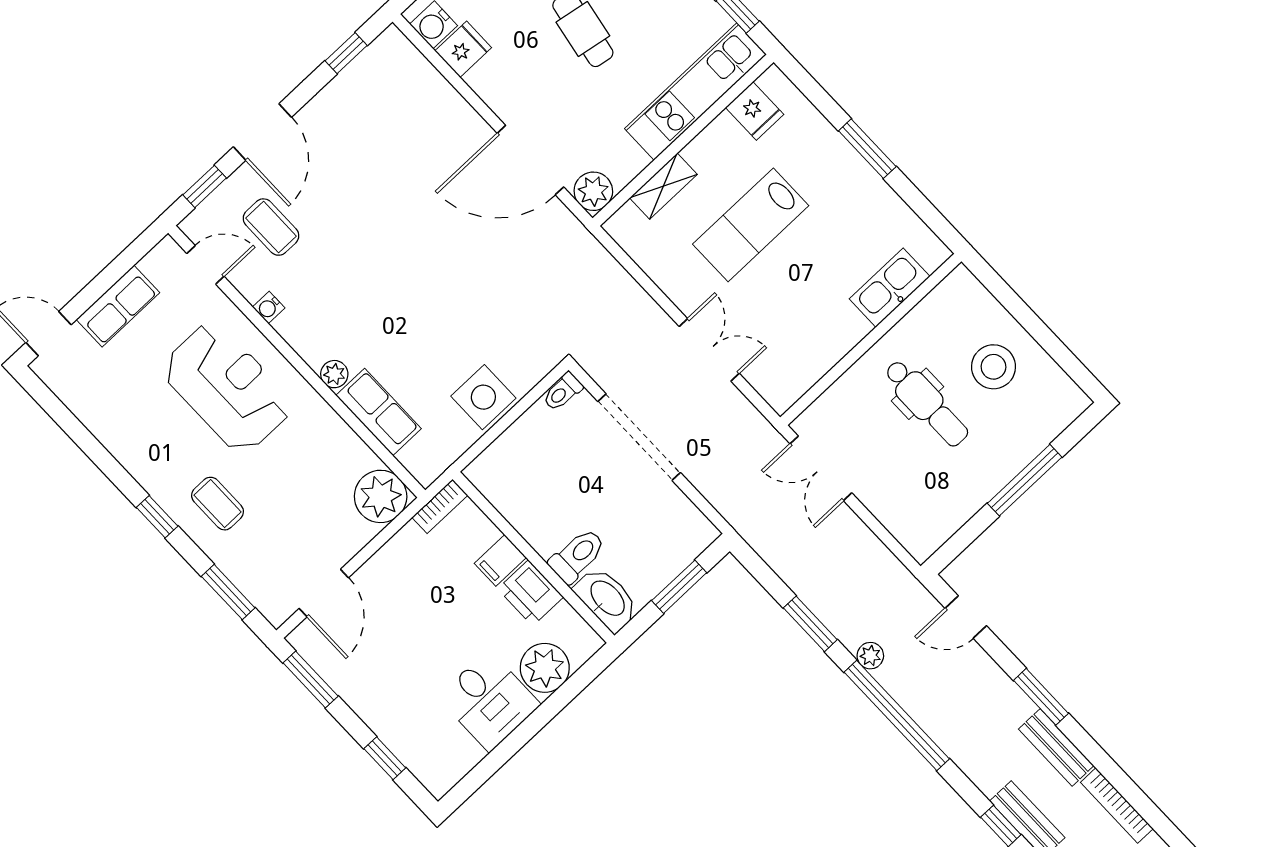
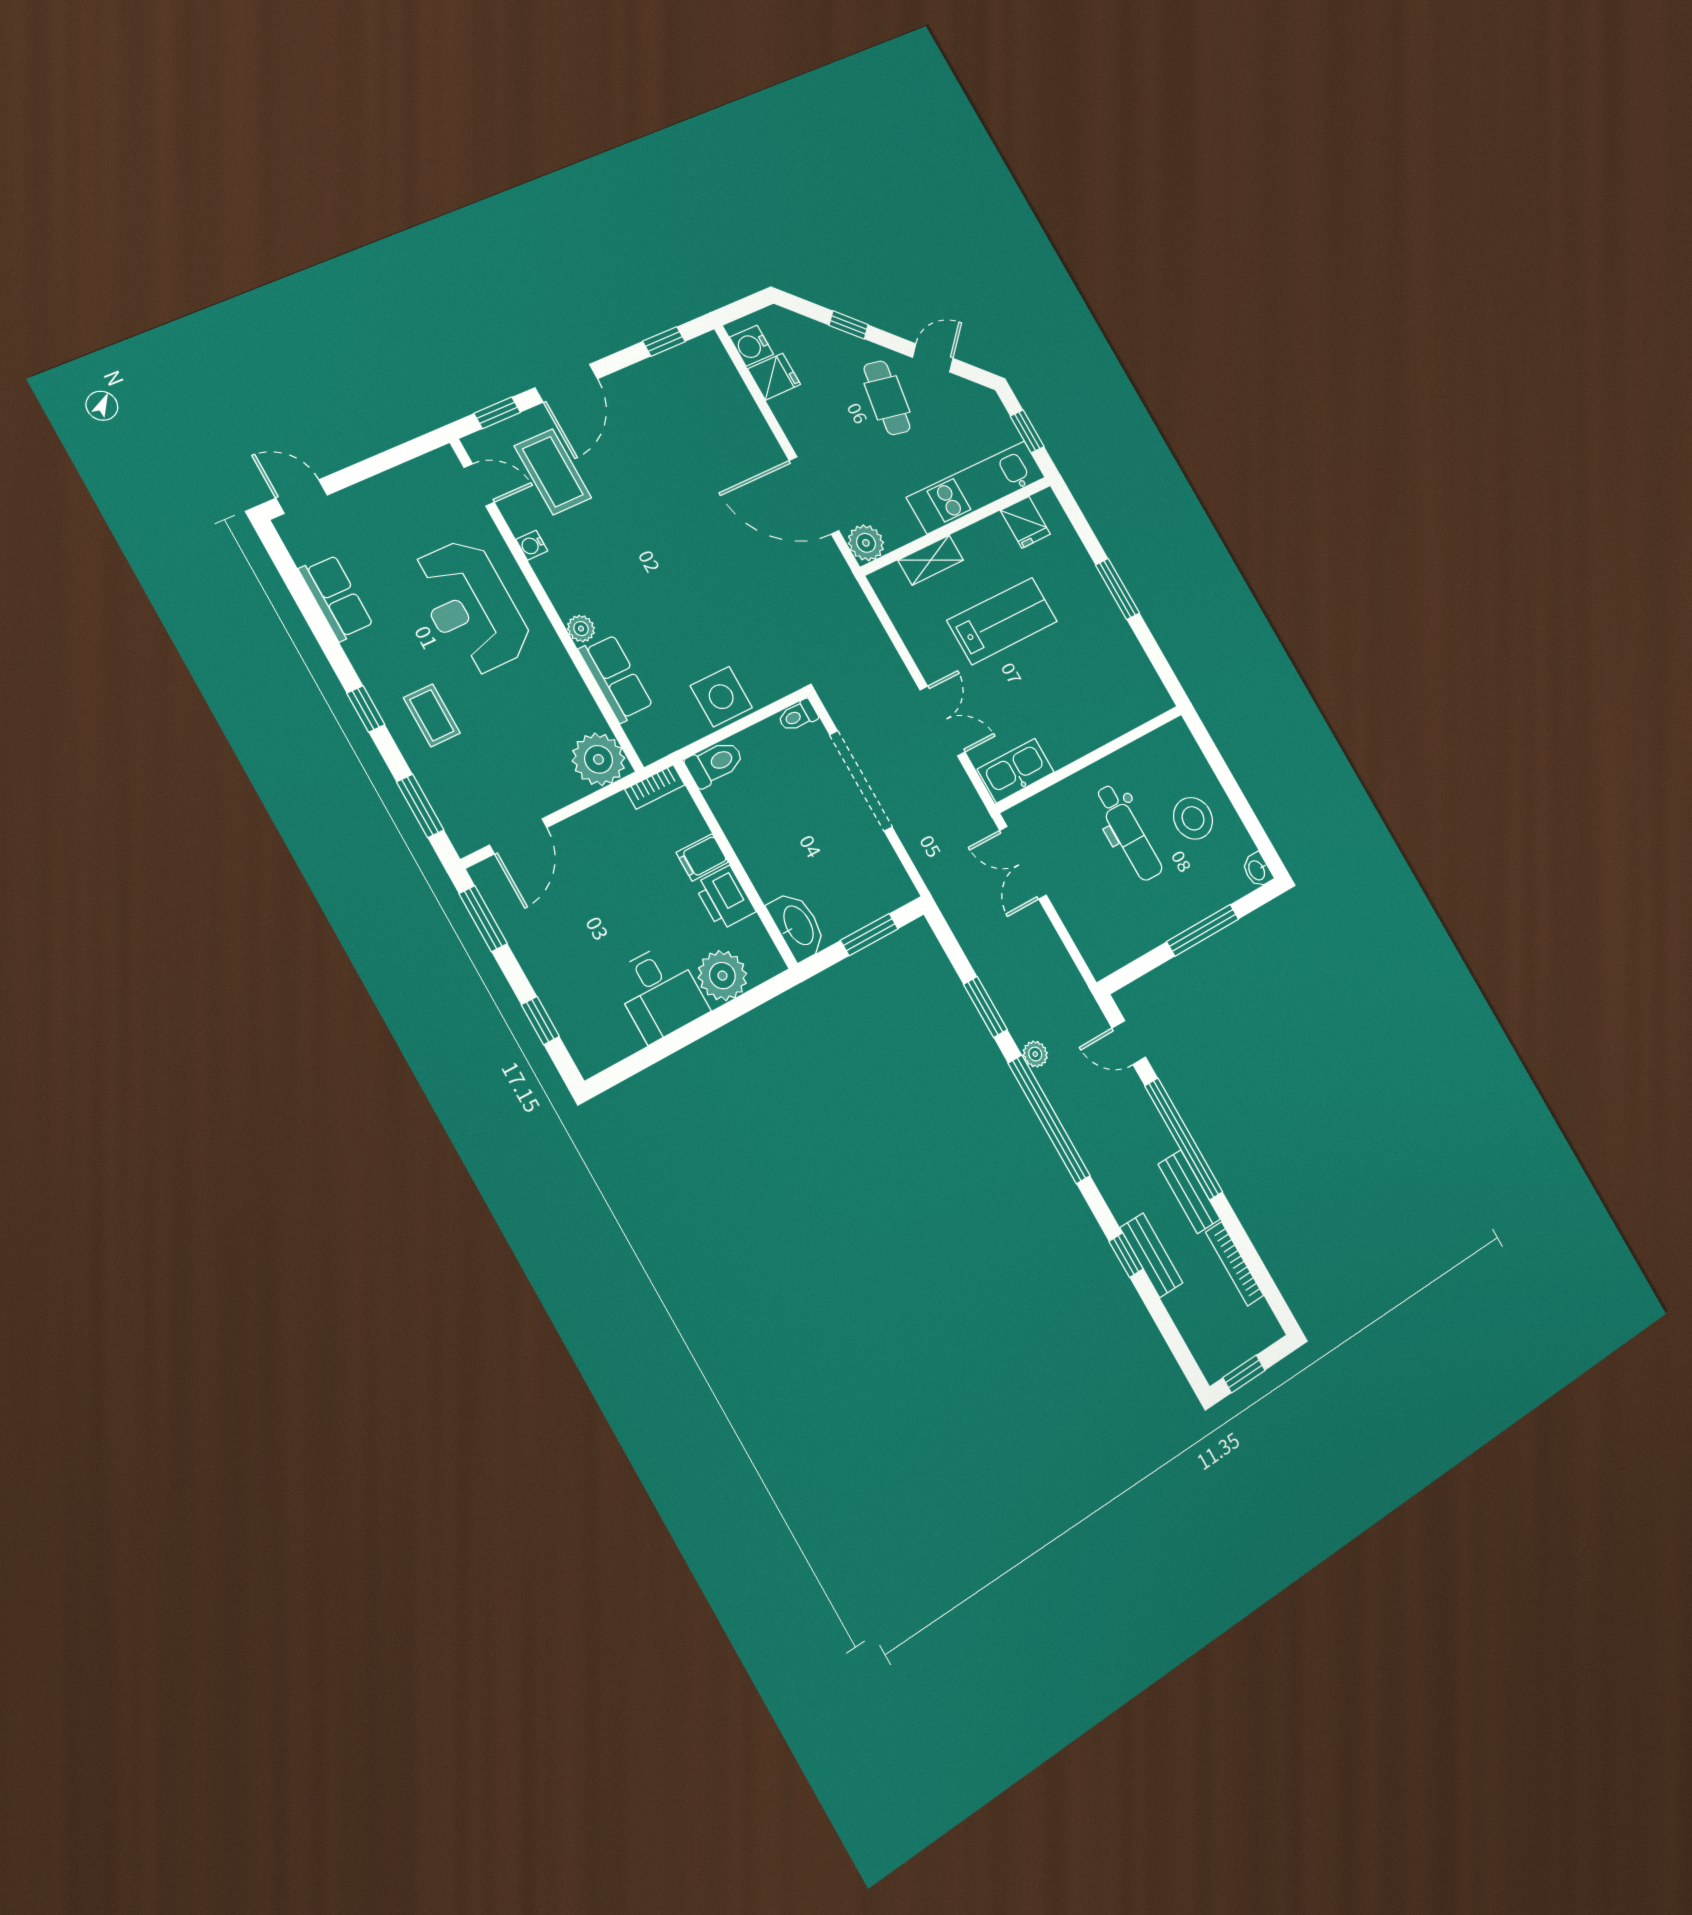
lab bench: (751, 225) -> (1002, 621), turned 180
coffee table: (271, 227) -> (553, 472), width x1.36, depth x1.30
kitchen sink: (890, 288) -> (1016, 771), moved
row of seats: (118, 306) -> (336, 598), moved, turned -90
reception desk: (227, 387) -> (471, 607), turned 180
washbasin: (1073, 400) -> (1257, 870), added
toilet: (577, 556) -> (715, 763), moved
window: (1041, 697) -> (1184, 1139), width x2.11

